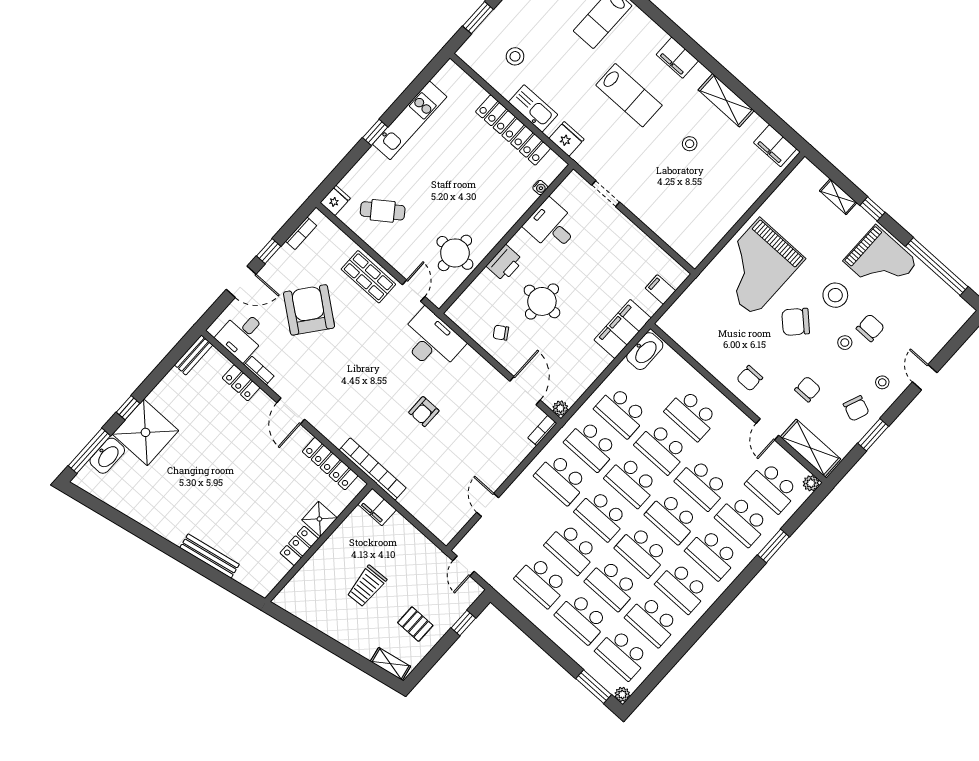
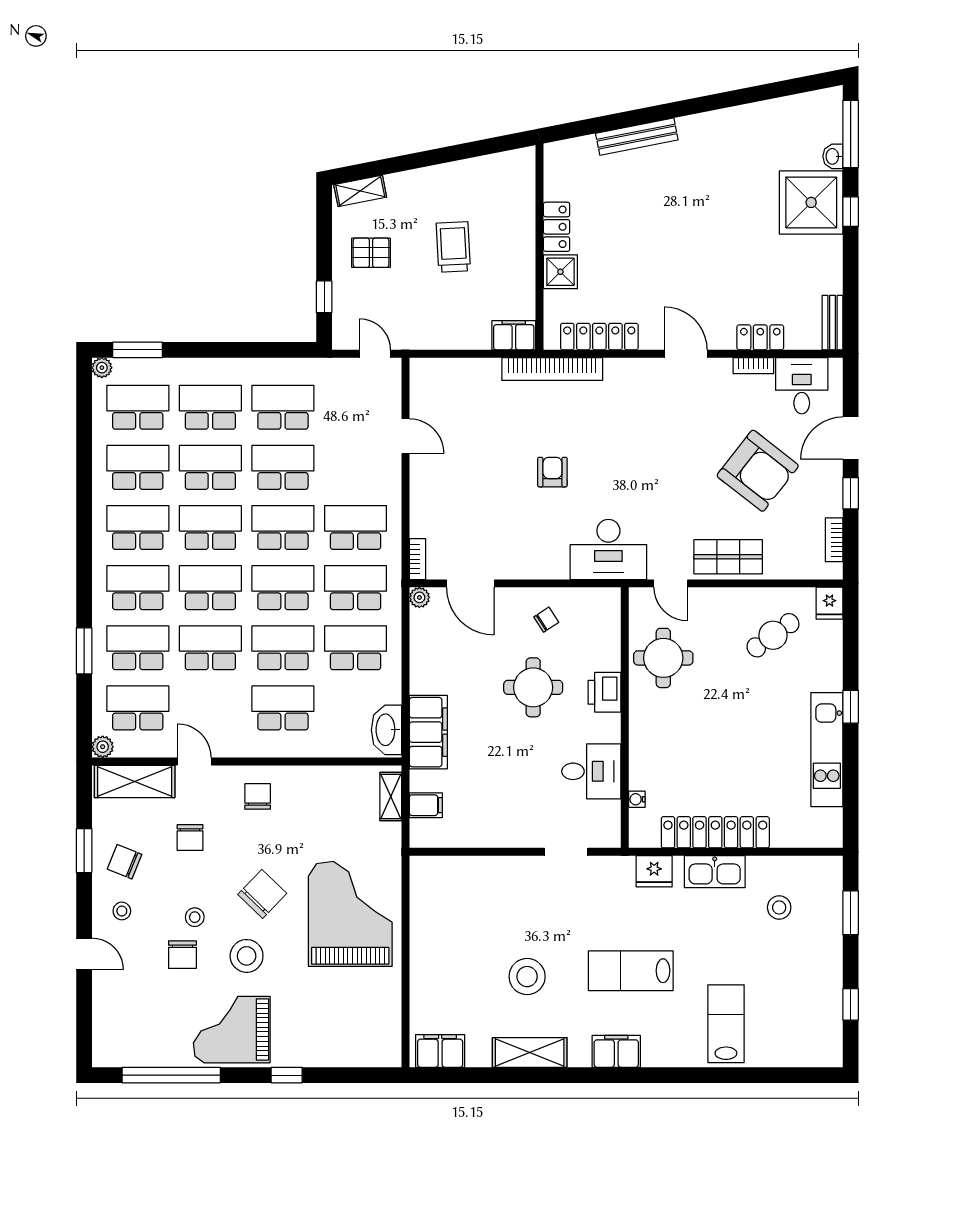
stool: (690, 144) -> (527, 977), width x1.89, depth x1.89
shelving: (838, 197) -> (391, 796), moved, turned 90
washbasin: (107, 456) -> (833, 156), width x0.52, depth x0.69

